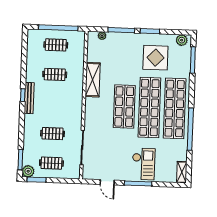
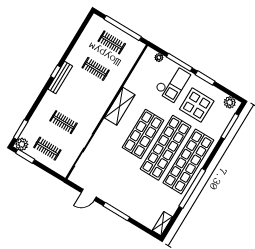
shelving: (93, 80) -> (120, 106), moved
checkout: (144, 164) -> (172, 83), moved
door: (107, 182) -> (89, 195), hinge flipped

